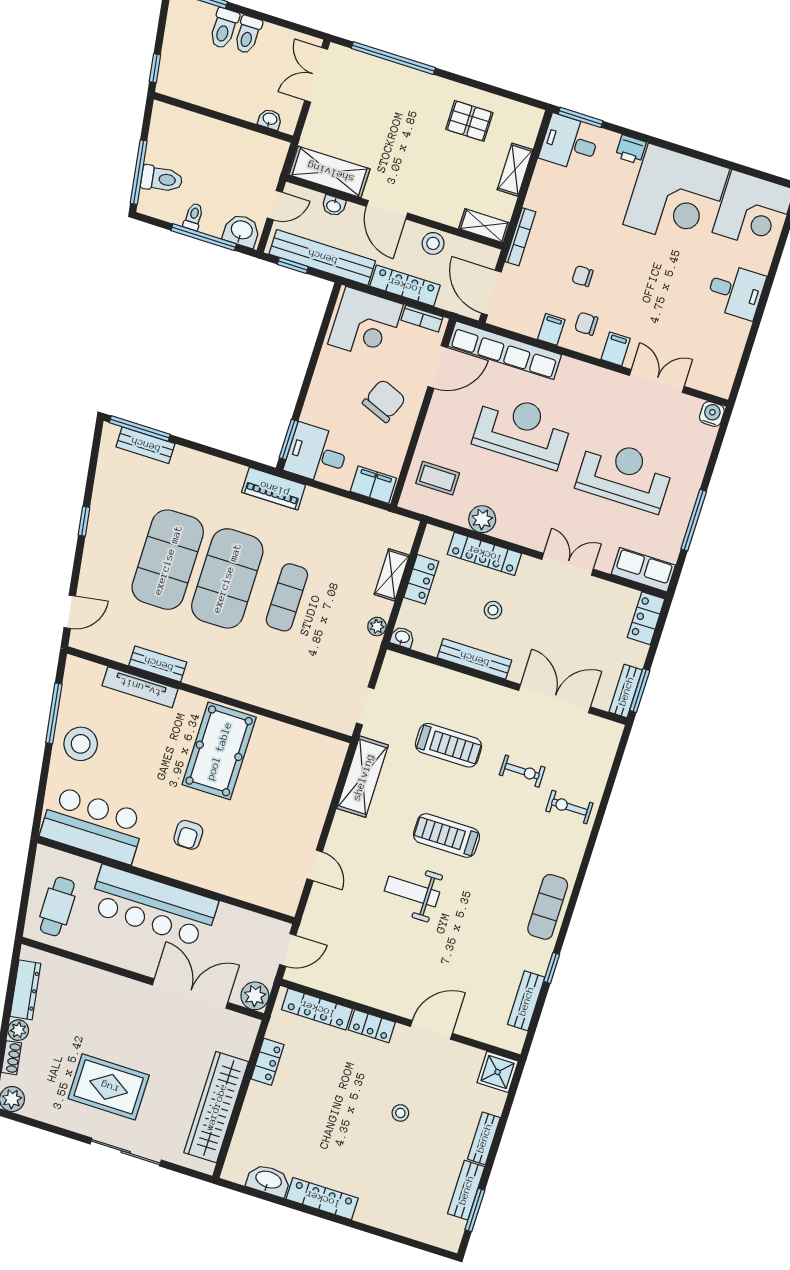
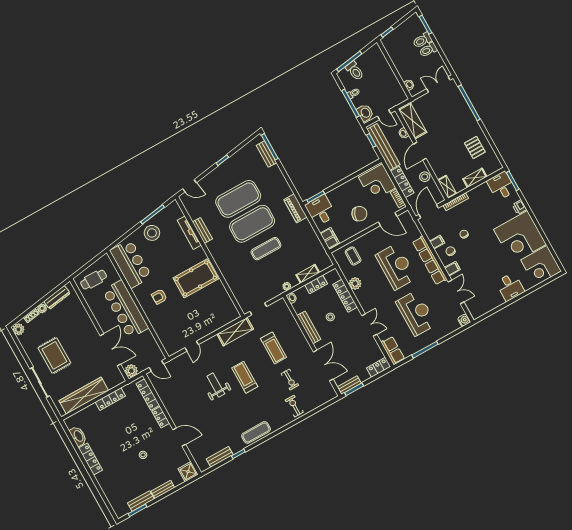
row of seats: (505, 350) -> (430, 260), moved
locker: (267, 1062) -> (110, 399), width x1.53

